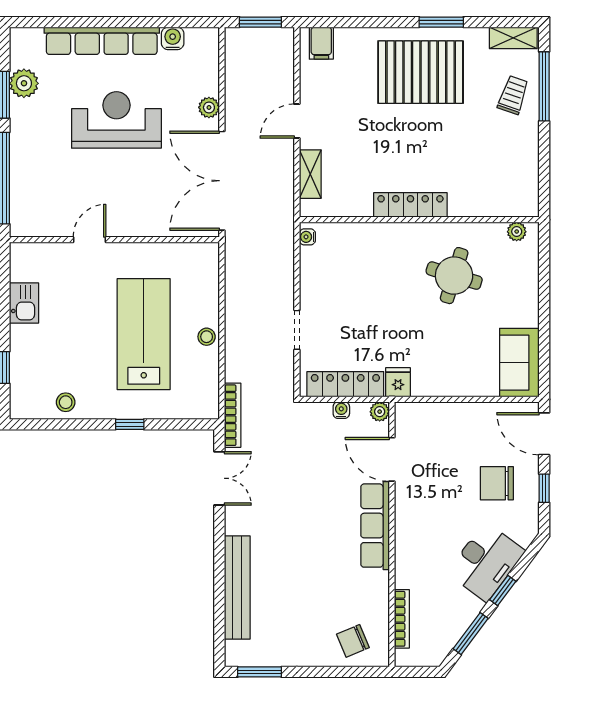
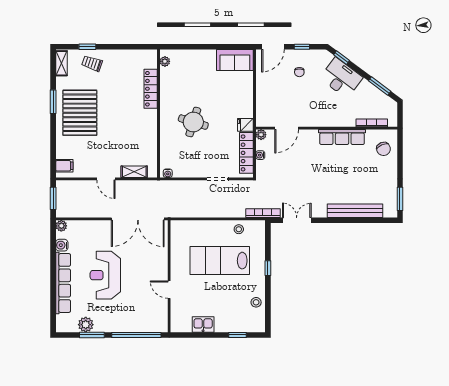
window: (544, 86) -> (87, 47), width x0.46
plant: (209, 107) -> (61, 226), moved
locker: (410, 205) -> (151, 89), moved
round table: (454, 276) -> (193, 122), moved
stool: (207, 337) -> (239, 229), moved
chair: (497, 483) -> (299, 72), width x0.54, depth x0.54
row of seats: (375, 526) -> (342, 137), moved
window: (503, 591) -> (342, 58), moved

